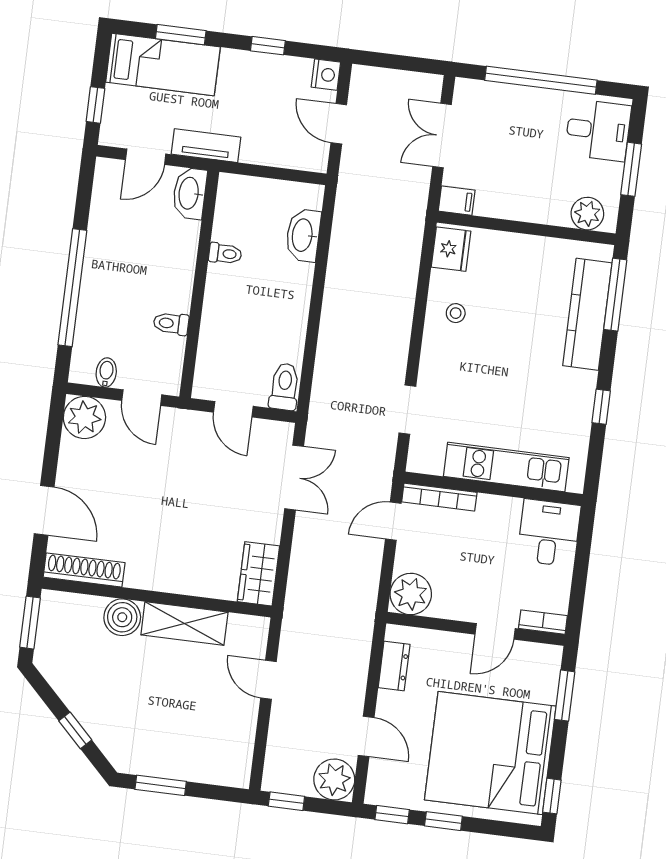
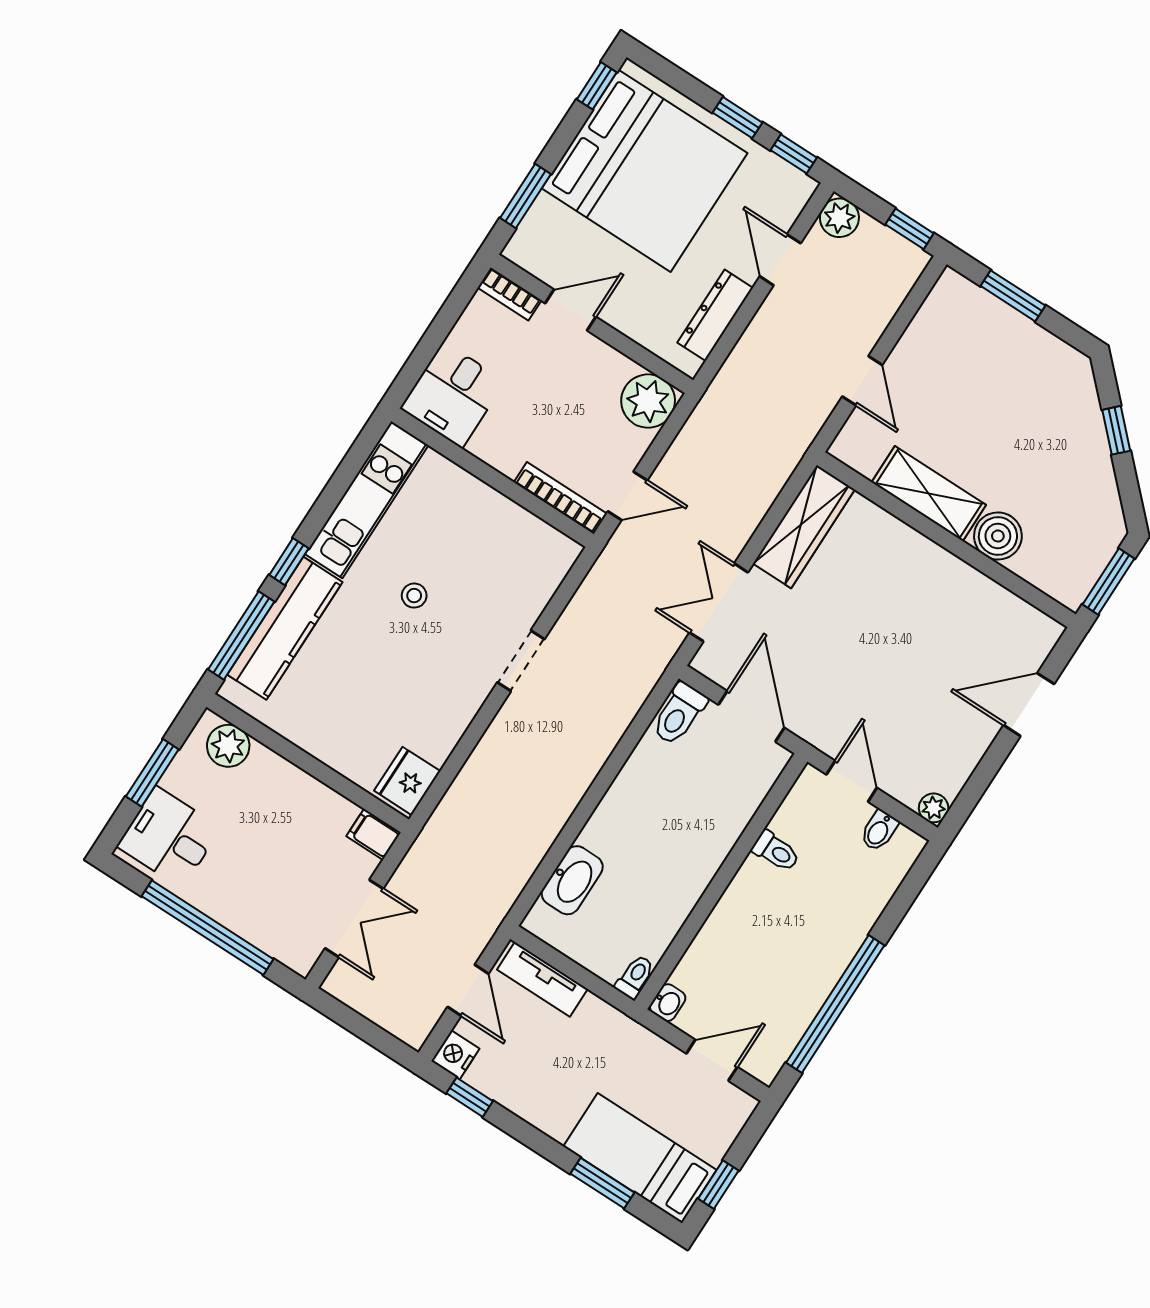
window: (268, 46) -> (470, 1097), moved
window: (95, 105) -> (718, 1185), moved
tv unit: (206, 146) -> (542, 979), moved
washbasin: (190, 193) -> (668, 1003), width x0.52, depth x0.69
toilet: (225, 254) -> (635, 977), moved, turned 90
window: (72, 288) -> (835, 1004), moved
stool: (456, 313) -> (414, 596), moved
window: (601, 407) -> (289, 562), moved
door: (233, 409) -> (751, 716), width x1.38
doorway: (407, 410) -> (521, 661), moved
plant: (84, 417) -> (934, 808), width x0.53, depth x0.53
kitchen unit: (506, 467) -> (367, 500), moved, turned -90
door: (44, 510) -> (1029, 705), hinge flipped
shoe rack: (84, 570) -> (1016, 613), removed
wardrobe: (258, 574) -> (804, 527), width x1.50
dresser: (394, 666) -> (715, 315), width x1.44
plant: (334, 779) -> (839, 218), width x0.73, depth x0.73
window: (161, 785) -> (1013, 296), moved

